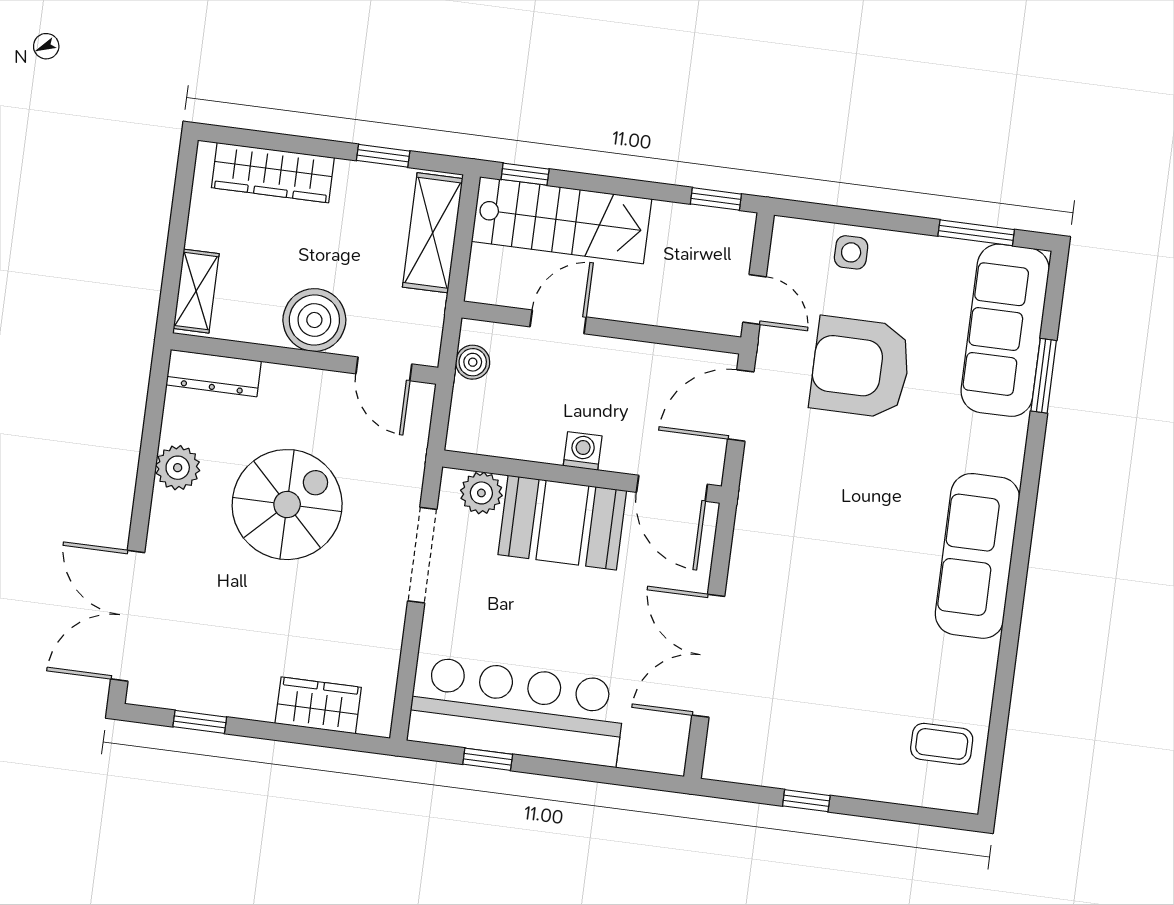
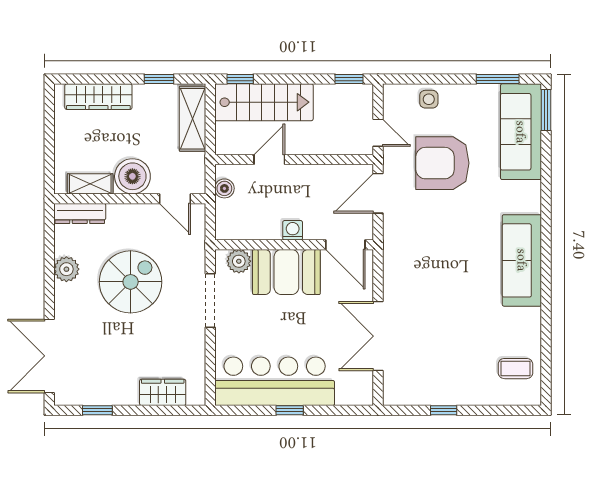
shelving: (196, 291) -> (90, 184), moved, turned 90
window: (1044, 376) -> (546, 110), moved
window: (488, 759) -> (290, 410), moved

